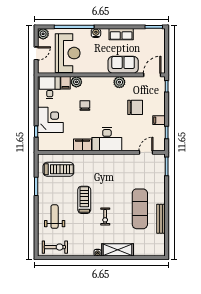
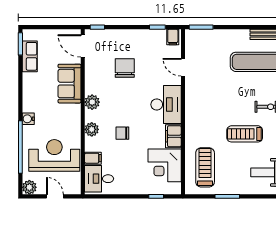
row of seats: (121, 34) -> (30, 56), moved
plant: (76, 82) -> (92, 129), moved
plant: (119, 82) -> (92, 102), moved
corner desk: (50, 120) -> (165, 165), moved, turned -90
filing cabinet: (159, 120) -> (173, 37), moved
door: (146, 152) -> (183, 67), moved

